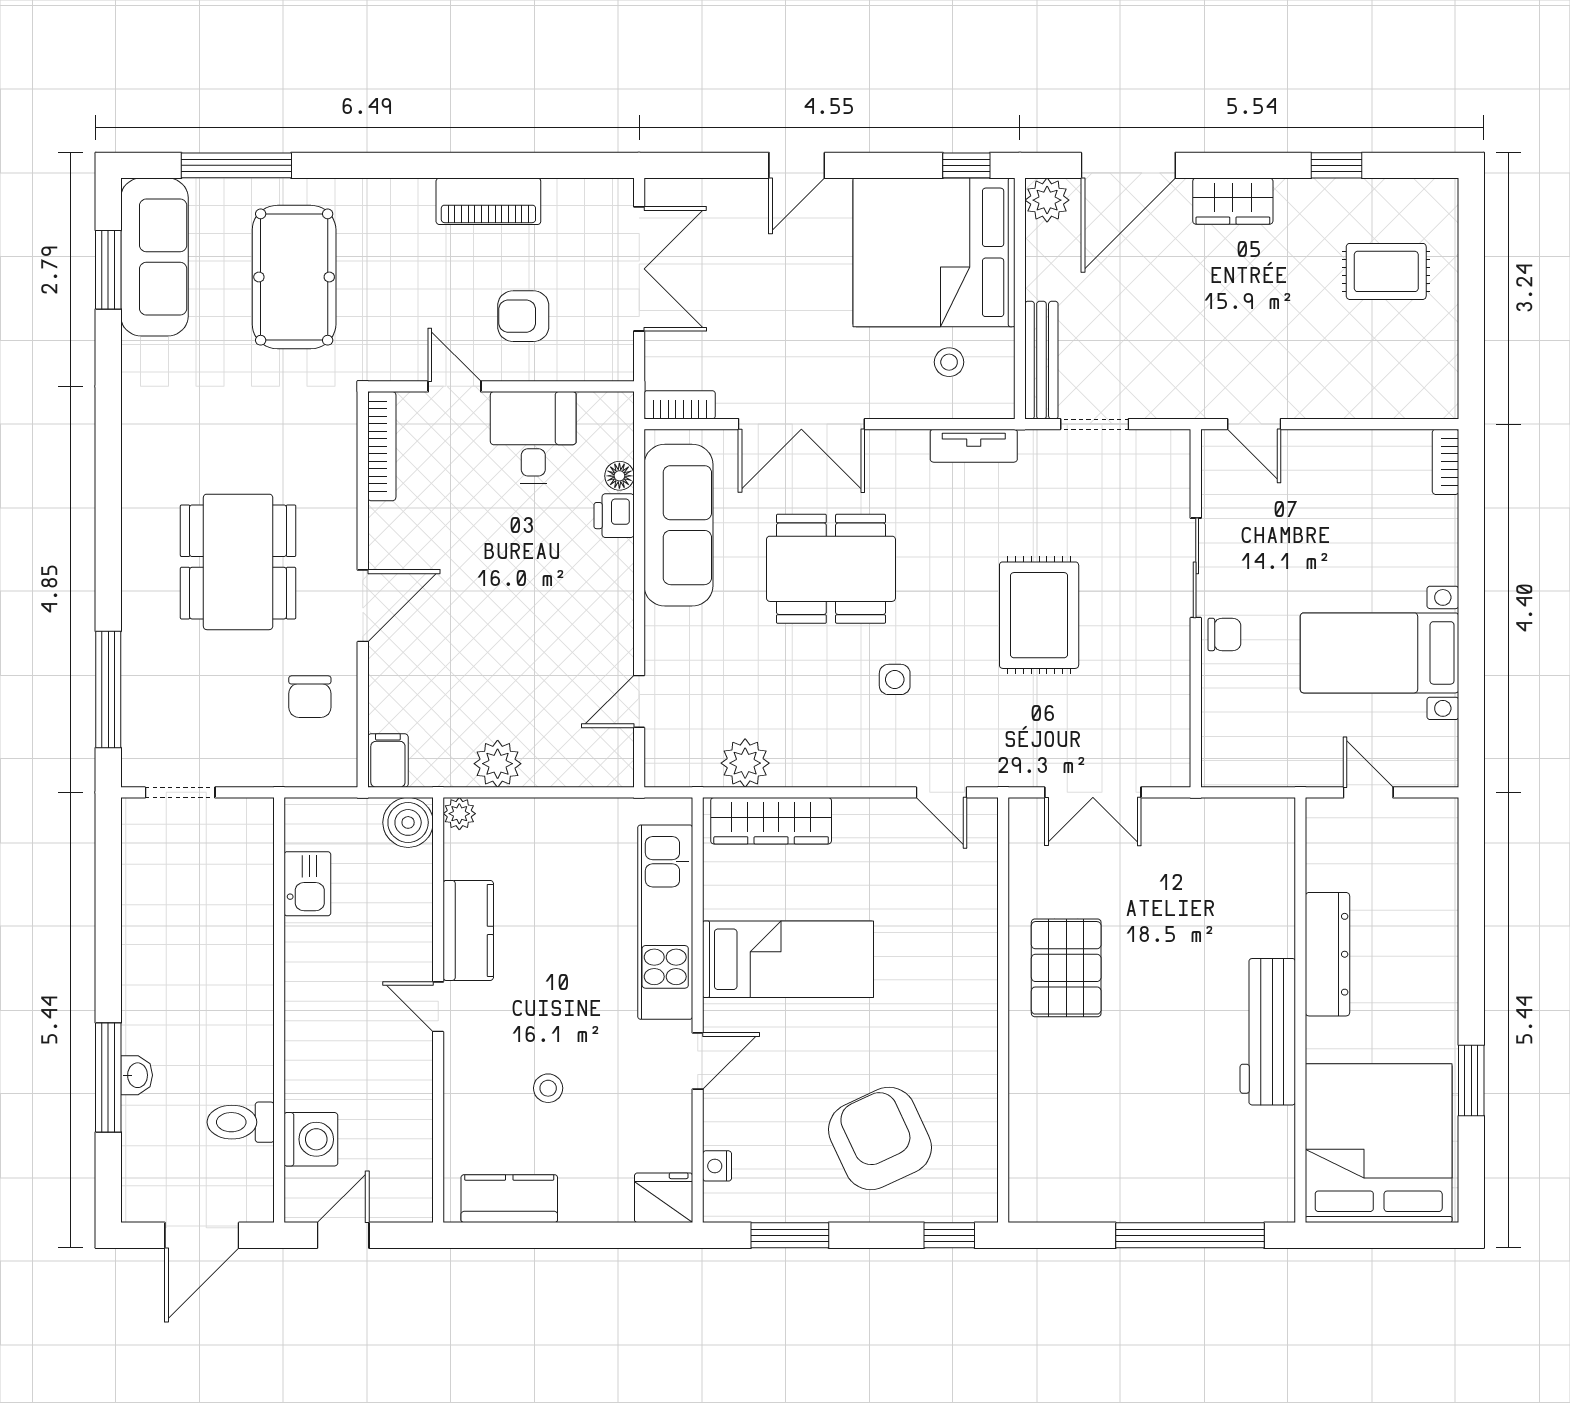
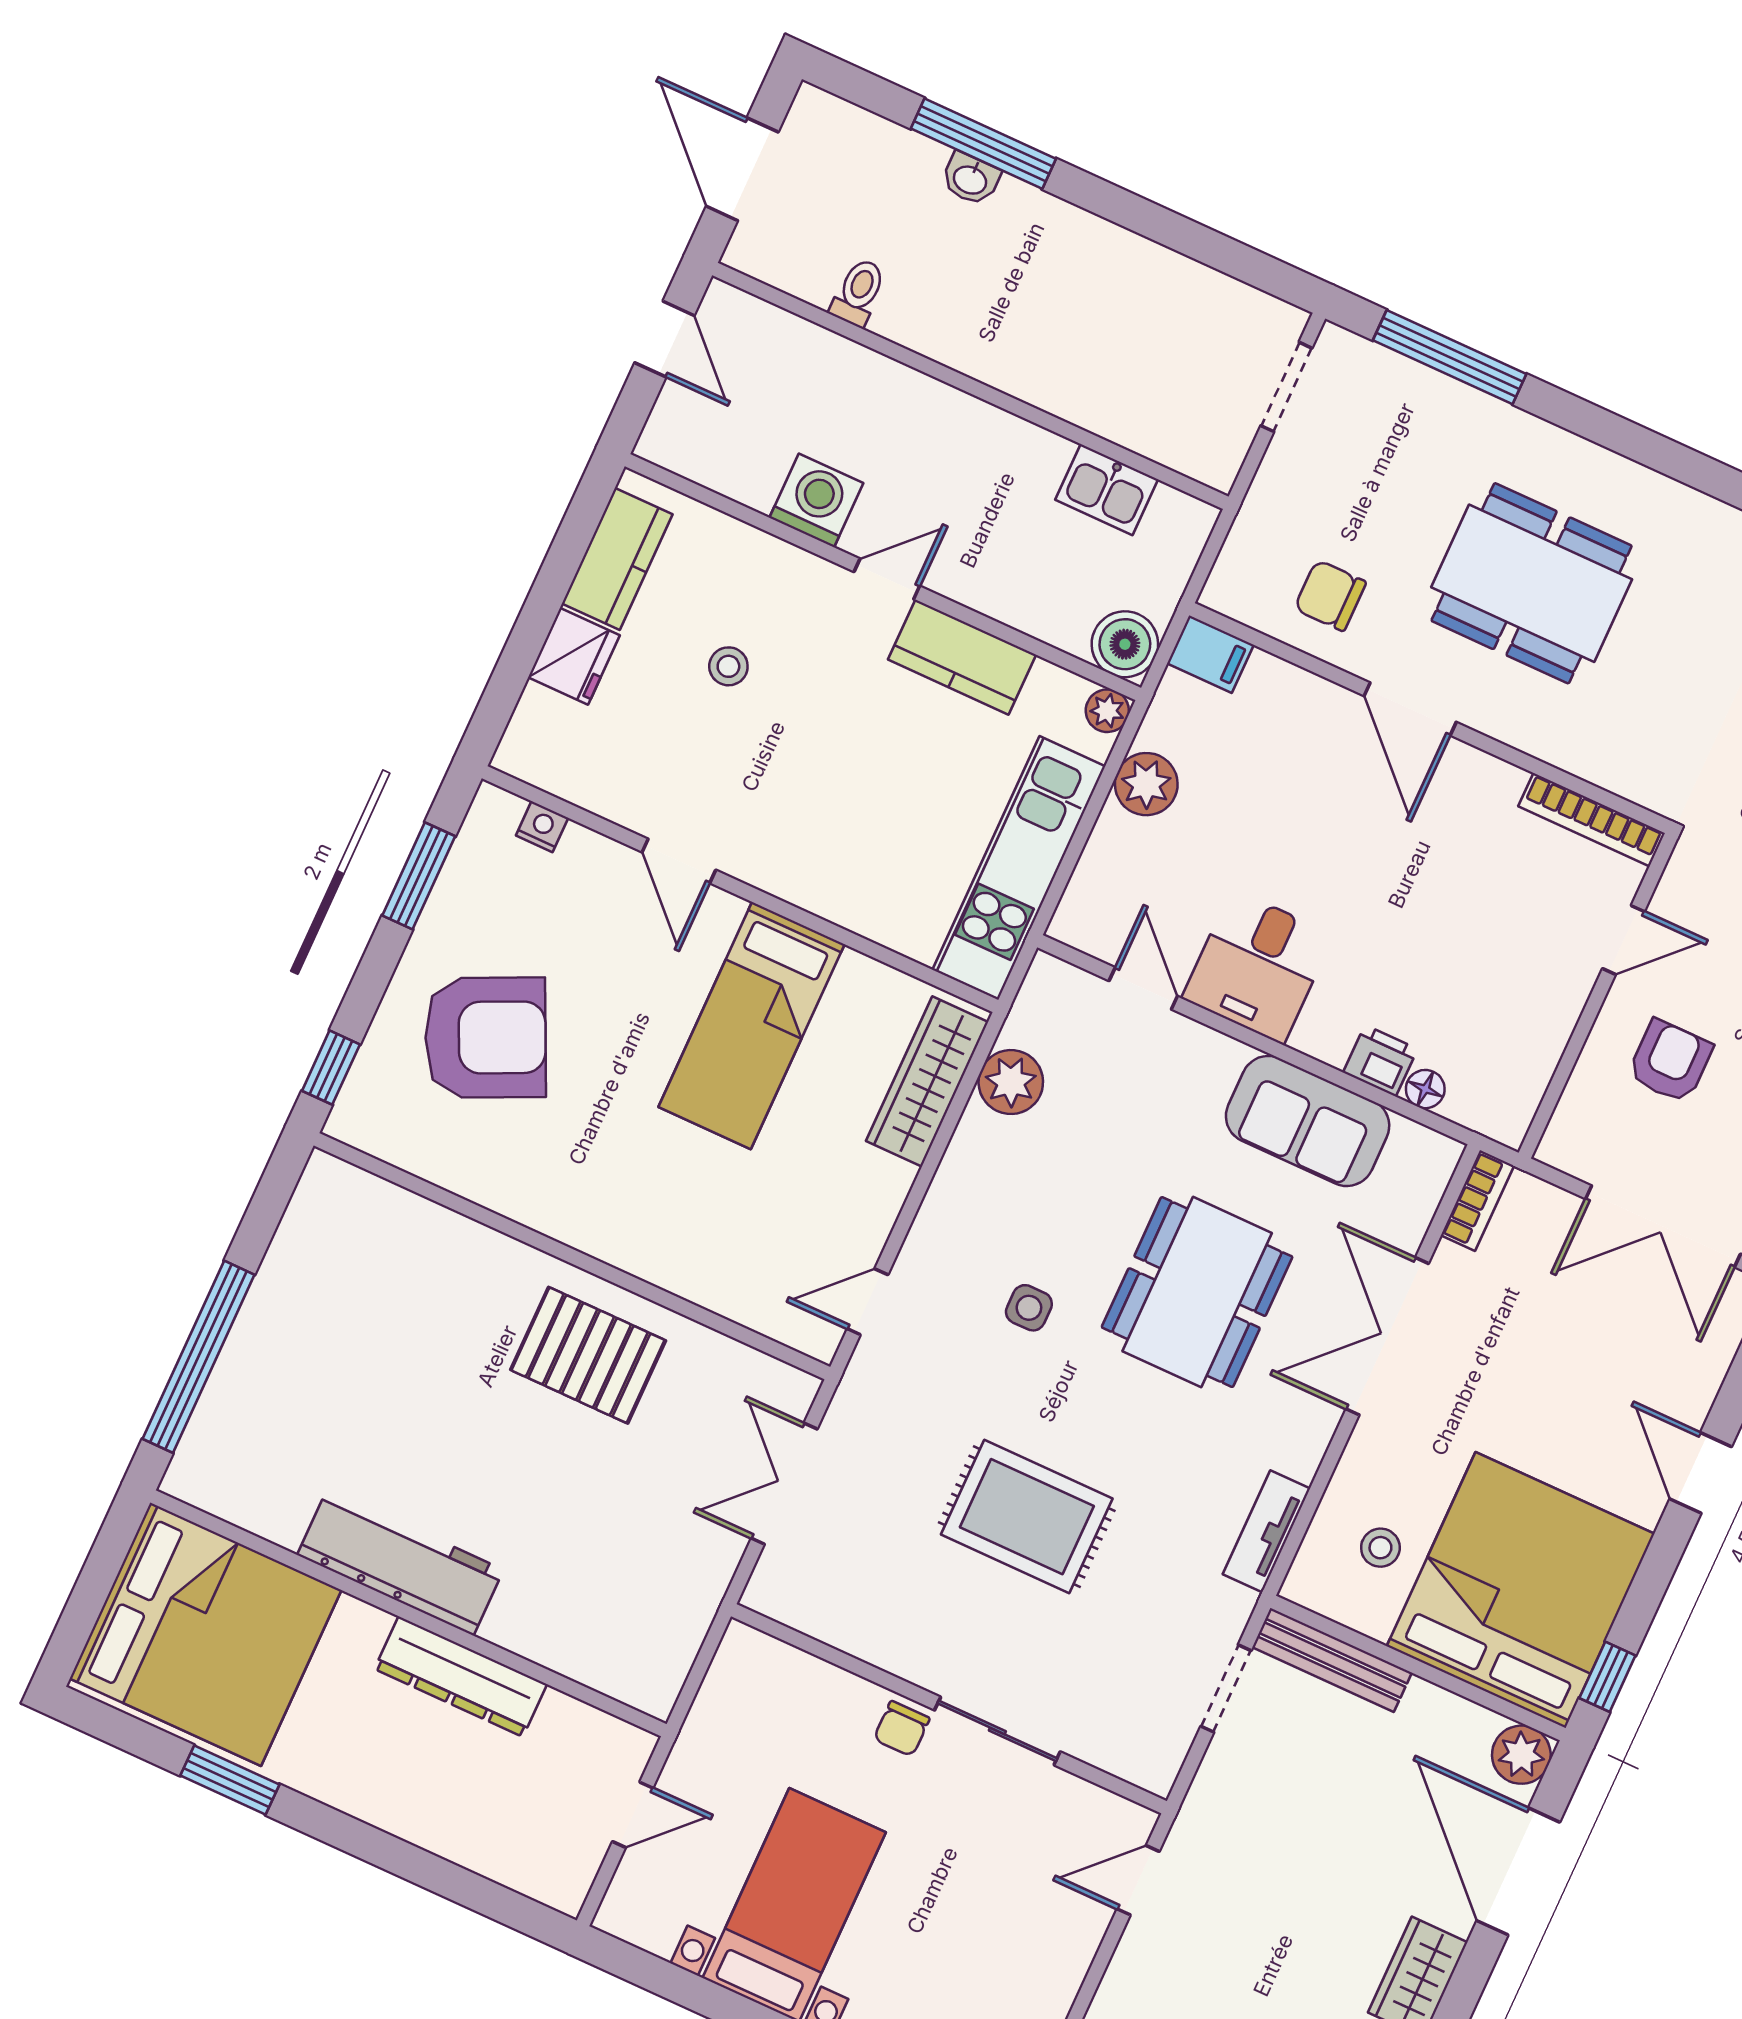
desk: (533, 437) -> (1258, 966), moved, turned 90
sofa: (678, 525) -> (1308, 1121), width x0.73
kitchen unit: (665, 922) -> (1019, 868), moved, turned -90
toilet: (241, 1122) -> (858, 292), width x0.73, depth x0.72
washing machine: (311, 1139) -> (816, 500), moved, turned 180
fridge: (664, 1198) -> (574, 656), moved

